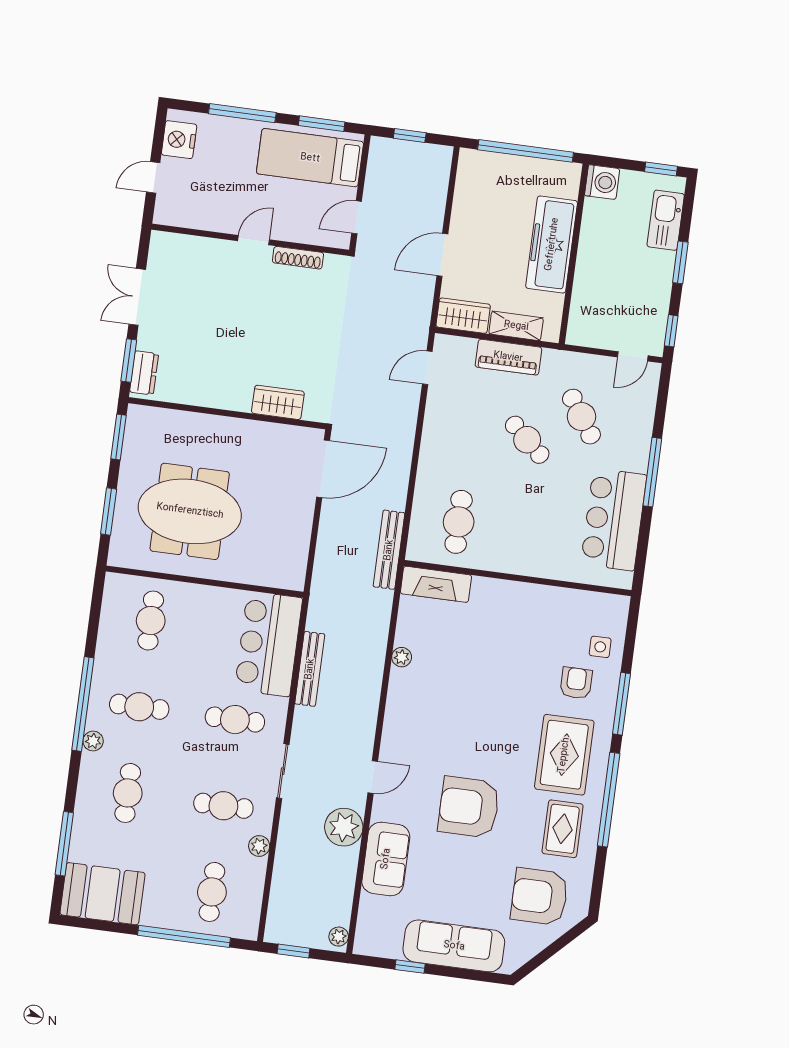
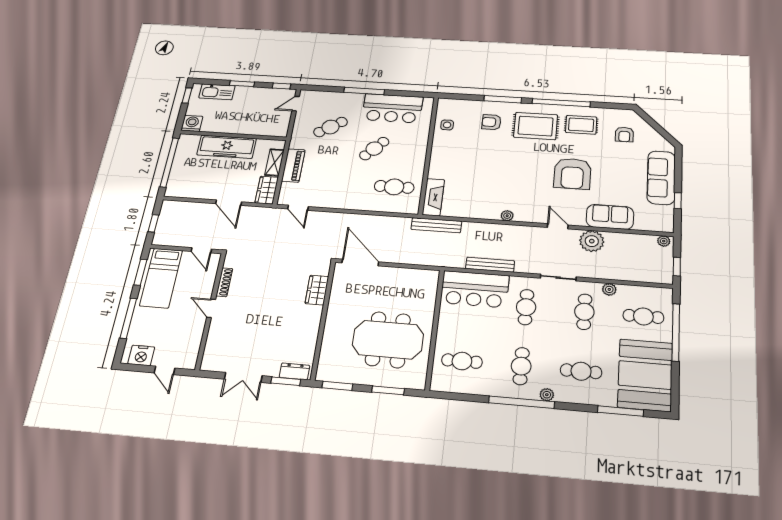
door: (633, 356) -> (296, 104), swing flipped
cafe table: (527, 440) -> (374, 149), moved
meeting table: (190, 511) -> (388, 340), turned 90
bench: (389, 550) -> (436, 225), moved
side table: (600, 647) -> (447, 125), moved
plant: (402, 657) -> (507, 216), moved
booth: (103, 894) -> (645, 375), width x1.36, depth x1.42
armchair: (539, 897) -> (624, 134), width x0.53, depth x0.53

